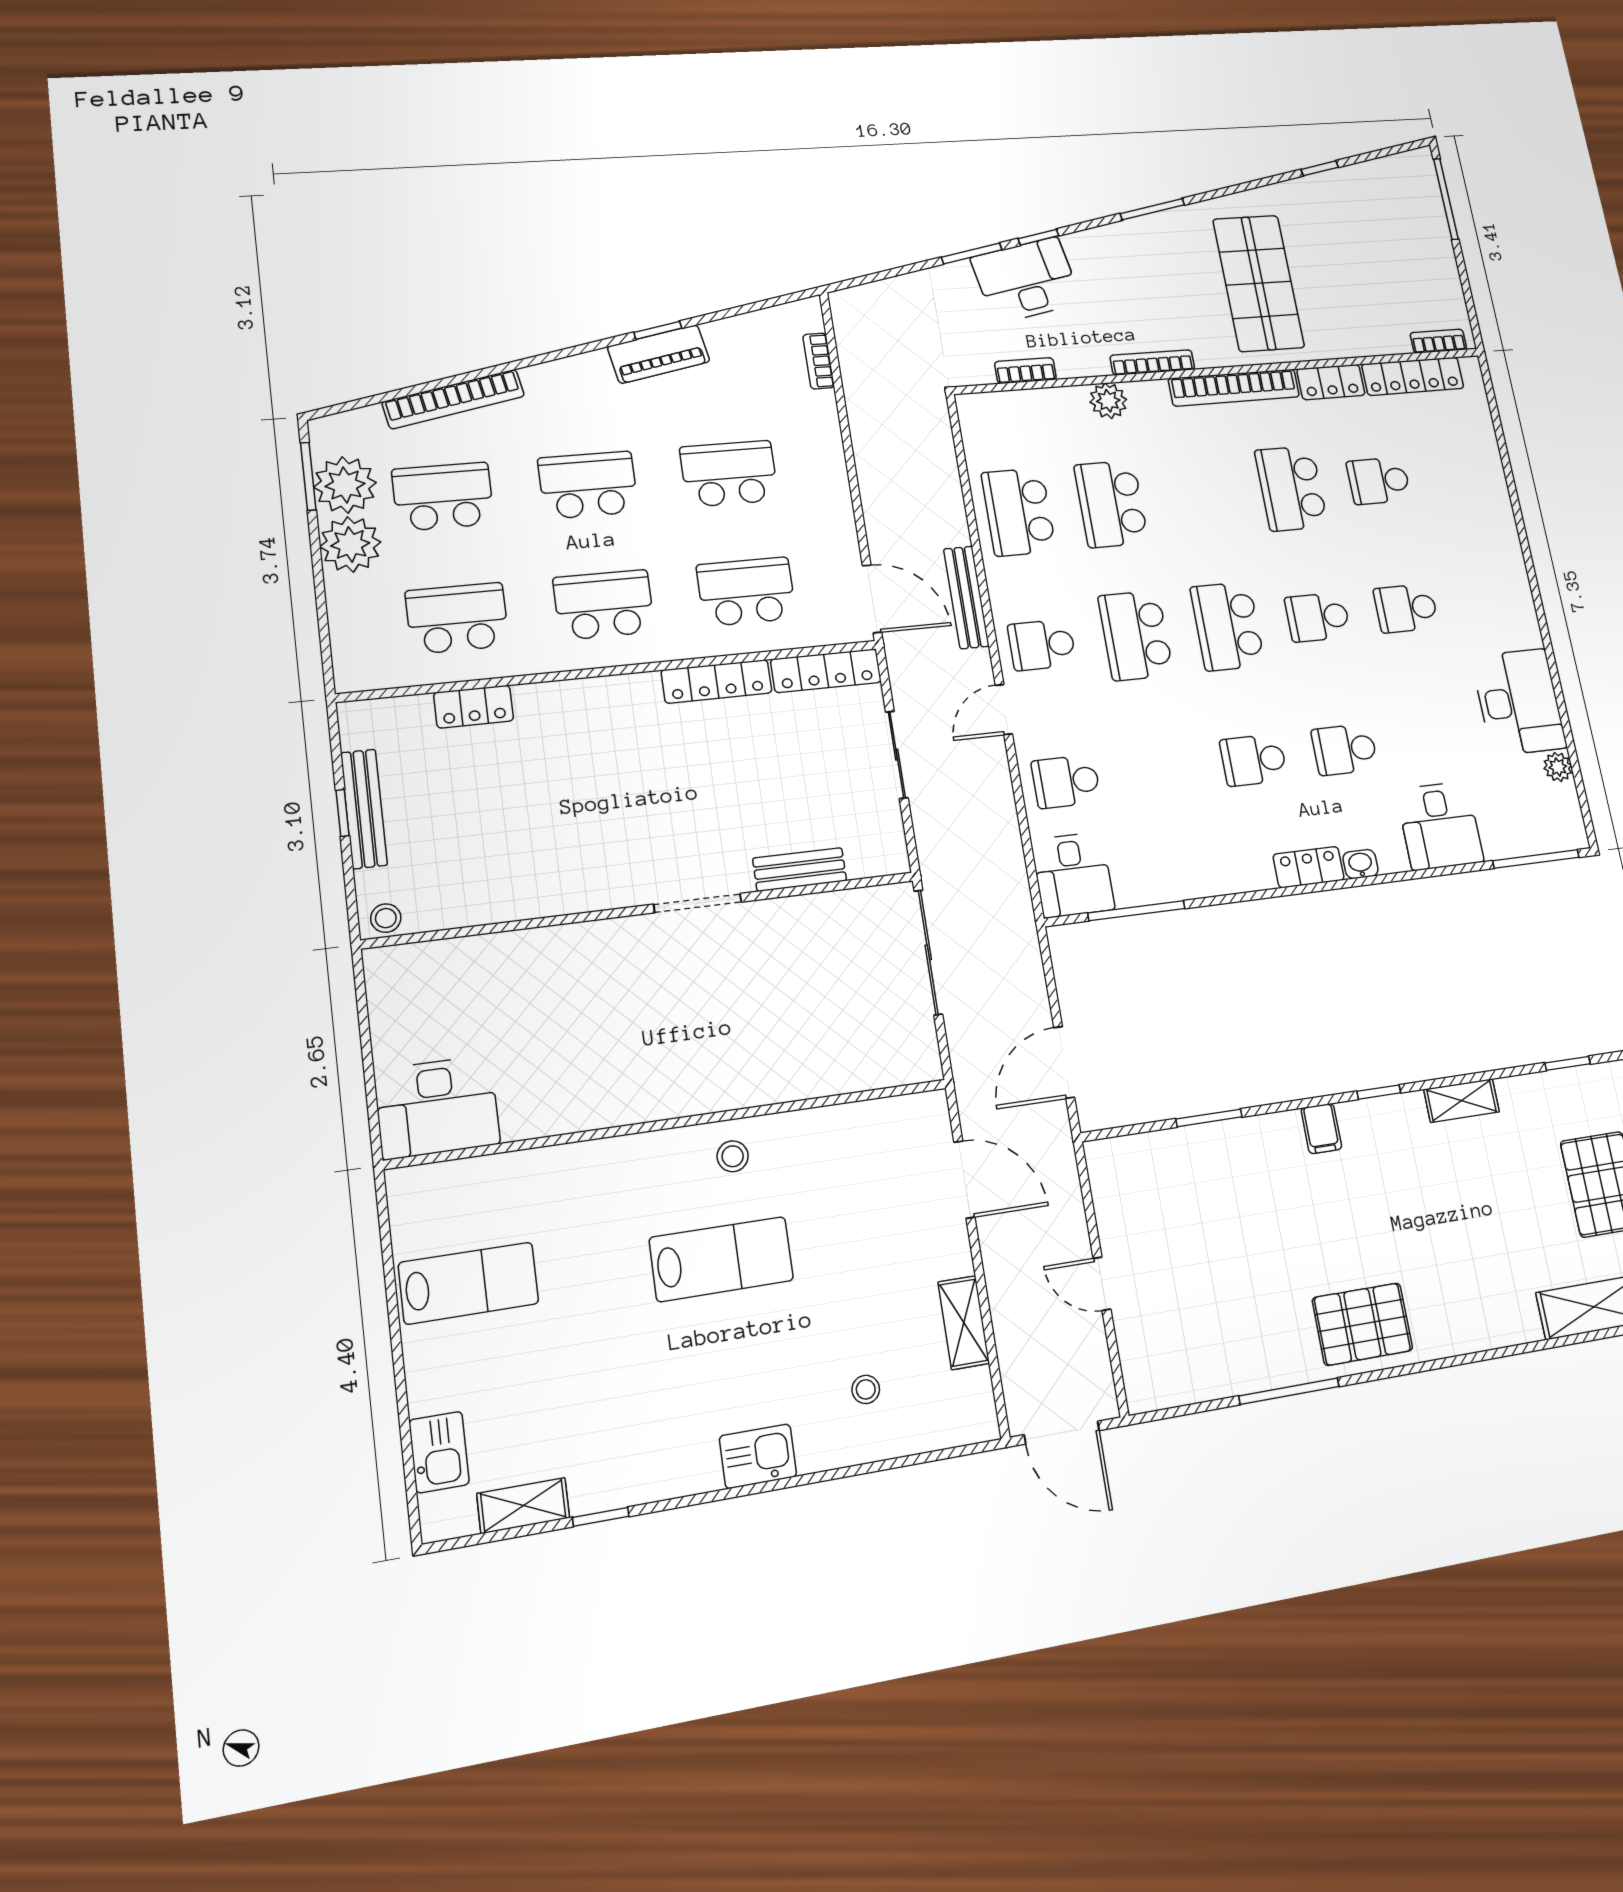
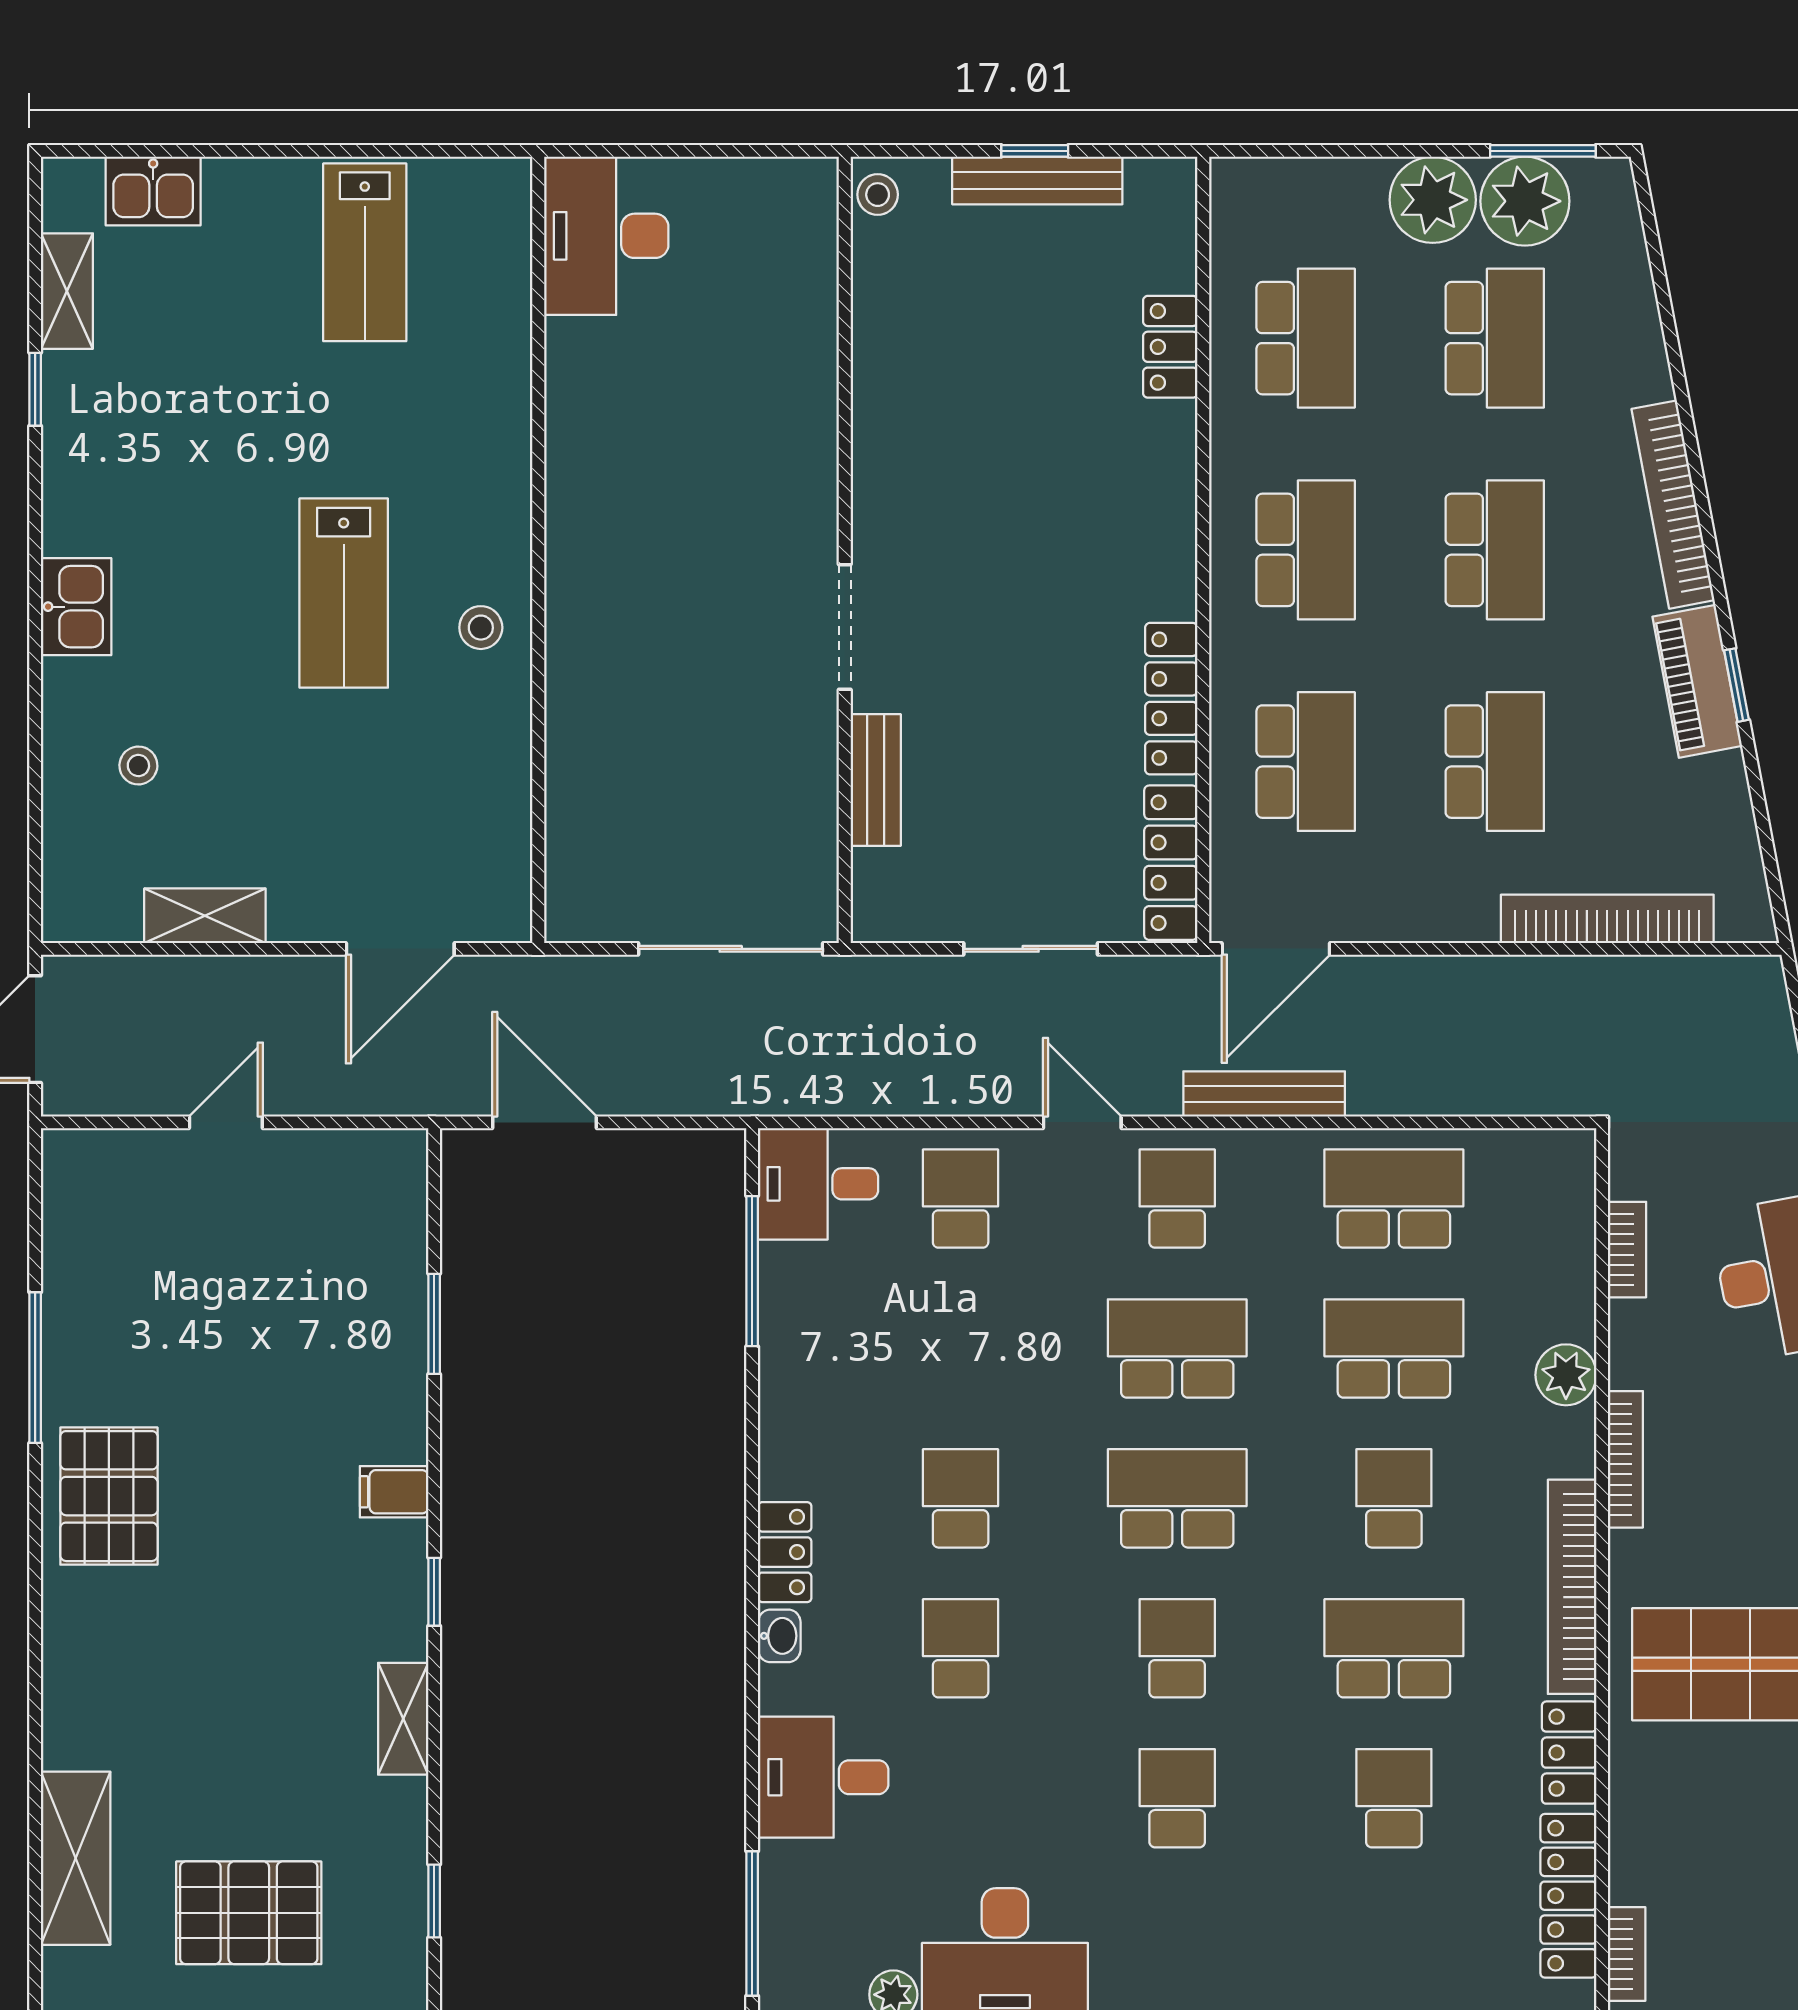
bookcase: (819, 361) -> (1607, 919), width x2.31, depth x1.31
bookcase: (453, 399) -> (1673, 505), moved
school desk: (1202, 496) -> (1394, 1498), added

